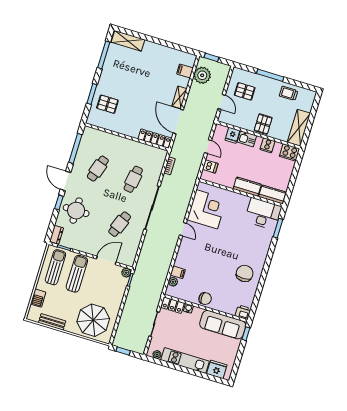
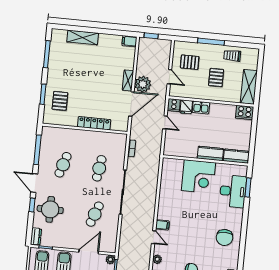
shelving: (128, 41) -> (83, 38), moved
filing cabinet: (185, 71) -> (129, 41), moved
plant: (202, 75) -> (143, 84), moved
pallet: (107, 104) -> (60, 101), turned 90
door: (178, 121) -> (131, 104), swing flipped
pallet: (263, 124) -> (216, 78), moved
locker: (155, 139) -> (94, 123), moved
cooker: (267, 145) -> (174, 105), moved
dishwasher: (210, 166) -> (171, 141), removed
corner desk: (207, 209) -> (198, 177), moved, turned 90
desk: (263, 214) -> (233, 191), moved, turned 90
door: (183, 229) -> (154, 237), moved
filing cabinet: (178, 272) -> (162, 225), moved
chair: (245, 273) -> (224, 238), turned 180

